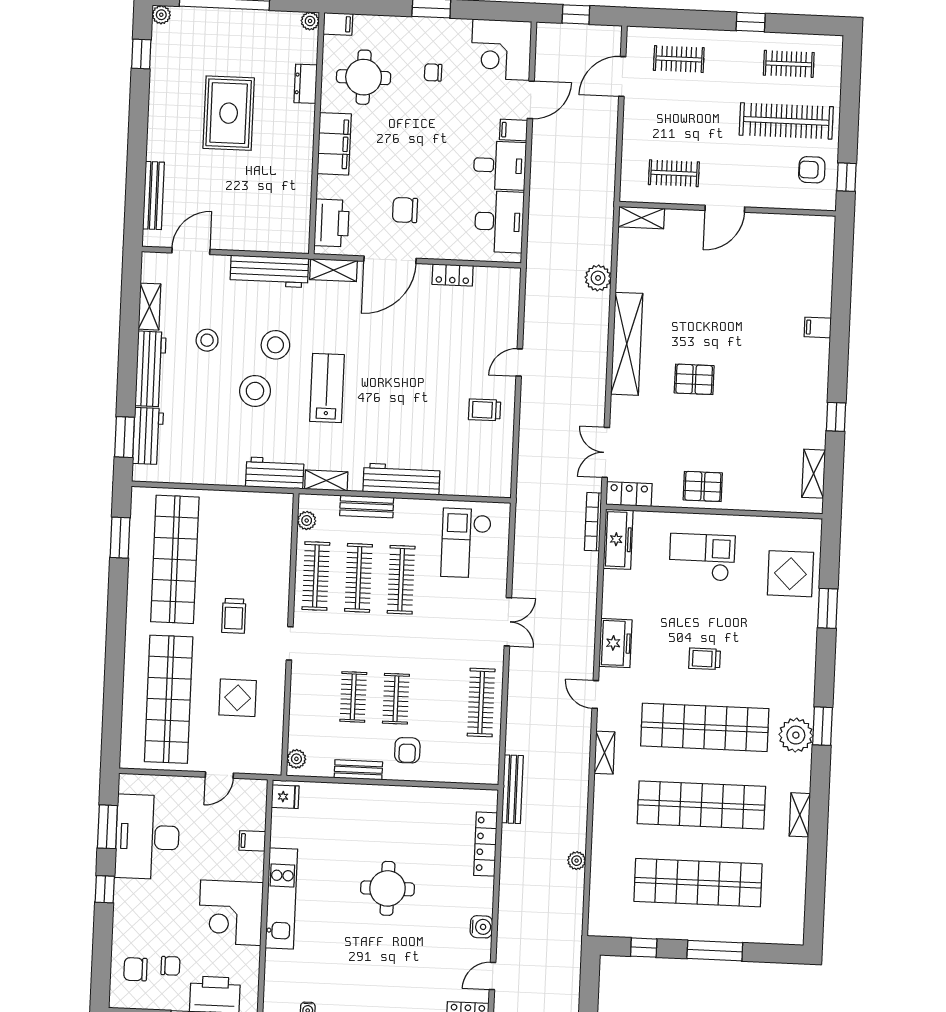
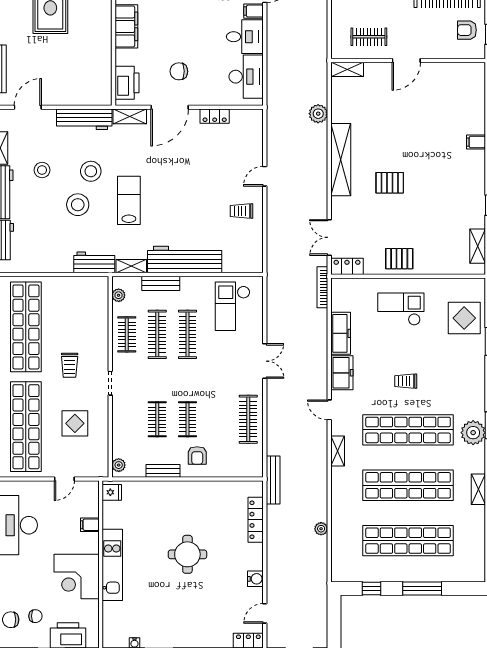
workbench: (401, 479) -> (185, 259), width x1.36, depth x1.32
freezer: (618, 539) -> (341, 333), moved
clothes rail: (316, 576) -> (127, 334), width x0.73

